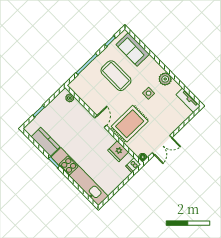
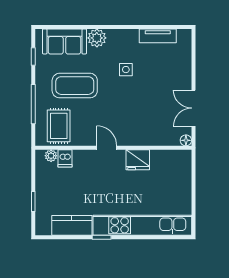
plant: (165, 79) -> (97, 38), moved
tv unit: (188, 100) -> (158, 36), moved
rug: (130, 124) -> (59, 126), moved, width x0.73, depth x0.70
double door: (162, 145) -> (193, 108), swing flipped
fridge: (118, 151) -> (138, 160), moved
dishwasher: (133, 165) -> (65, 158), moved

